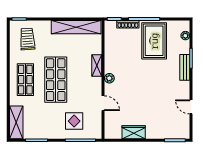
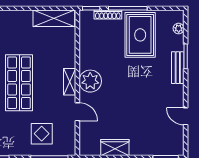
shelving: (76, 27) -> (54, 18), width x0.68
shelving: (97, 66) -> (70, 82), moved
plant: (109, 78) -> (90, 81), width x1.88, depth x1.88

